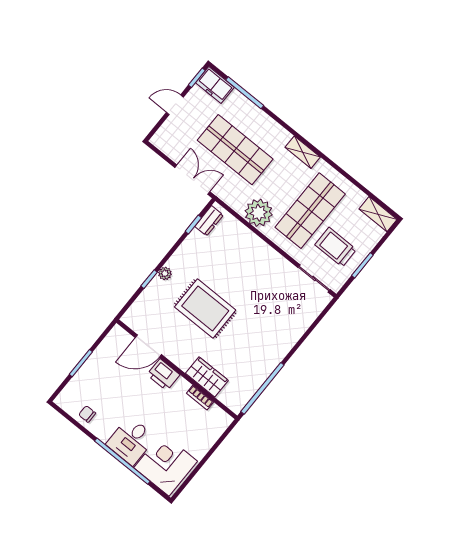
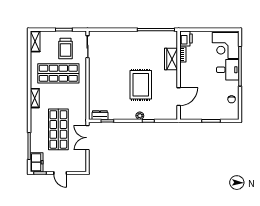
plant: (259, 213) -> (78, 96), removed
door: (148, 346) -> (179, 97), hinge flipped
printer: (163, 375) -> (186, 38), moved

